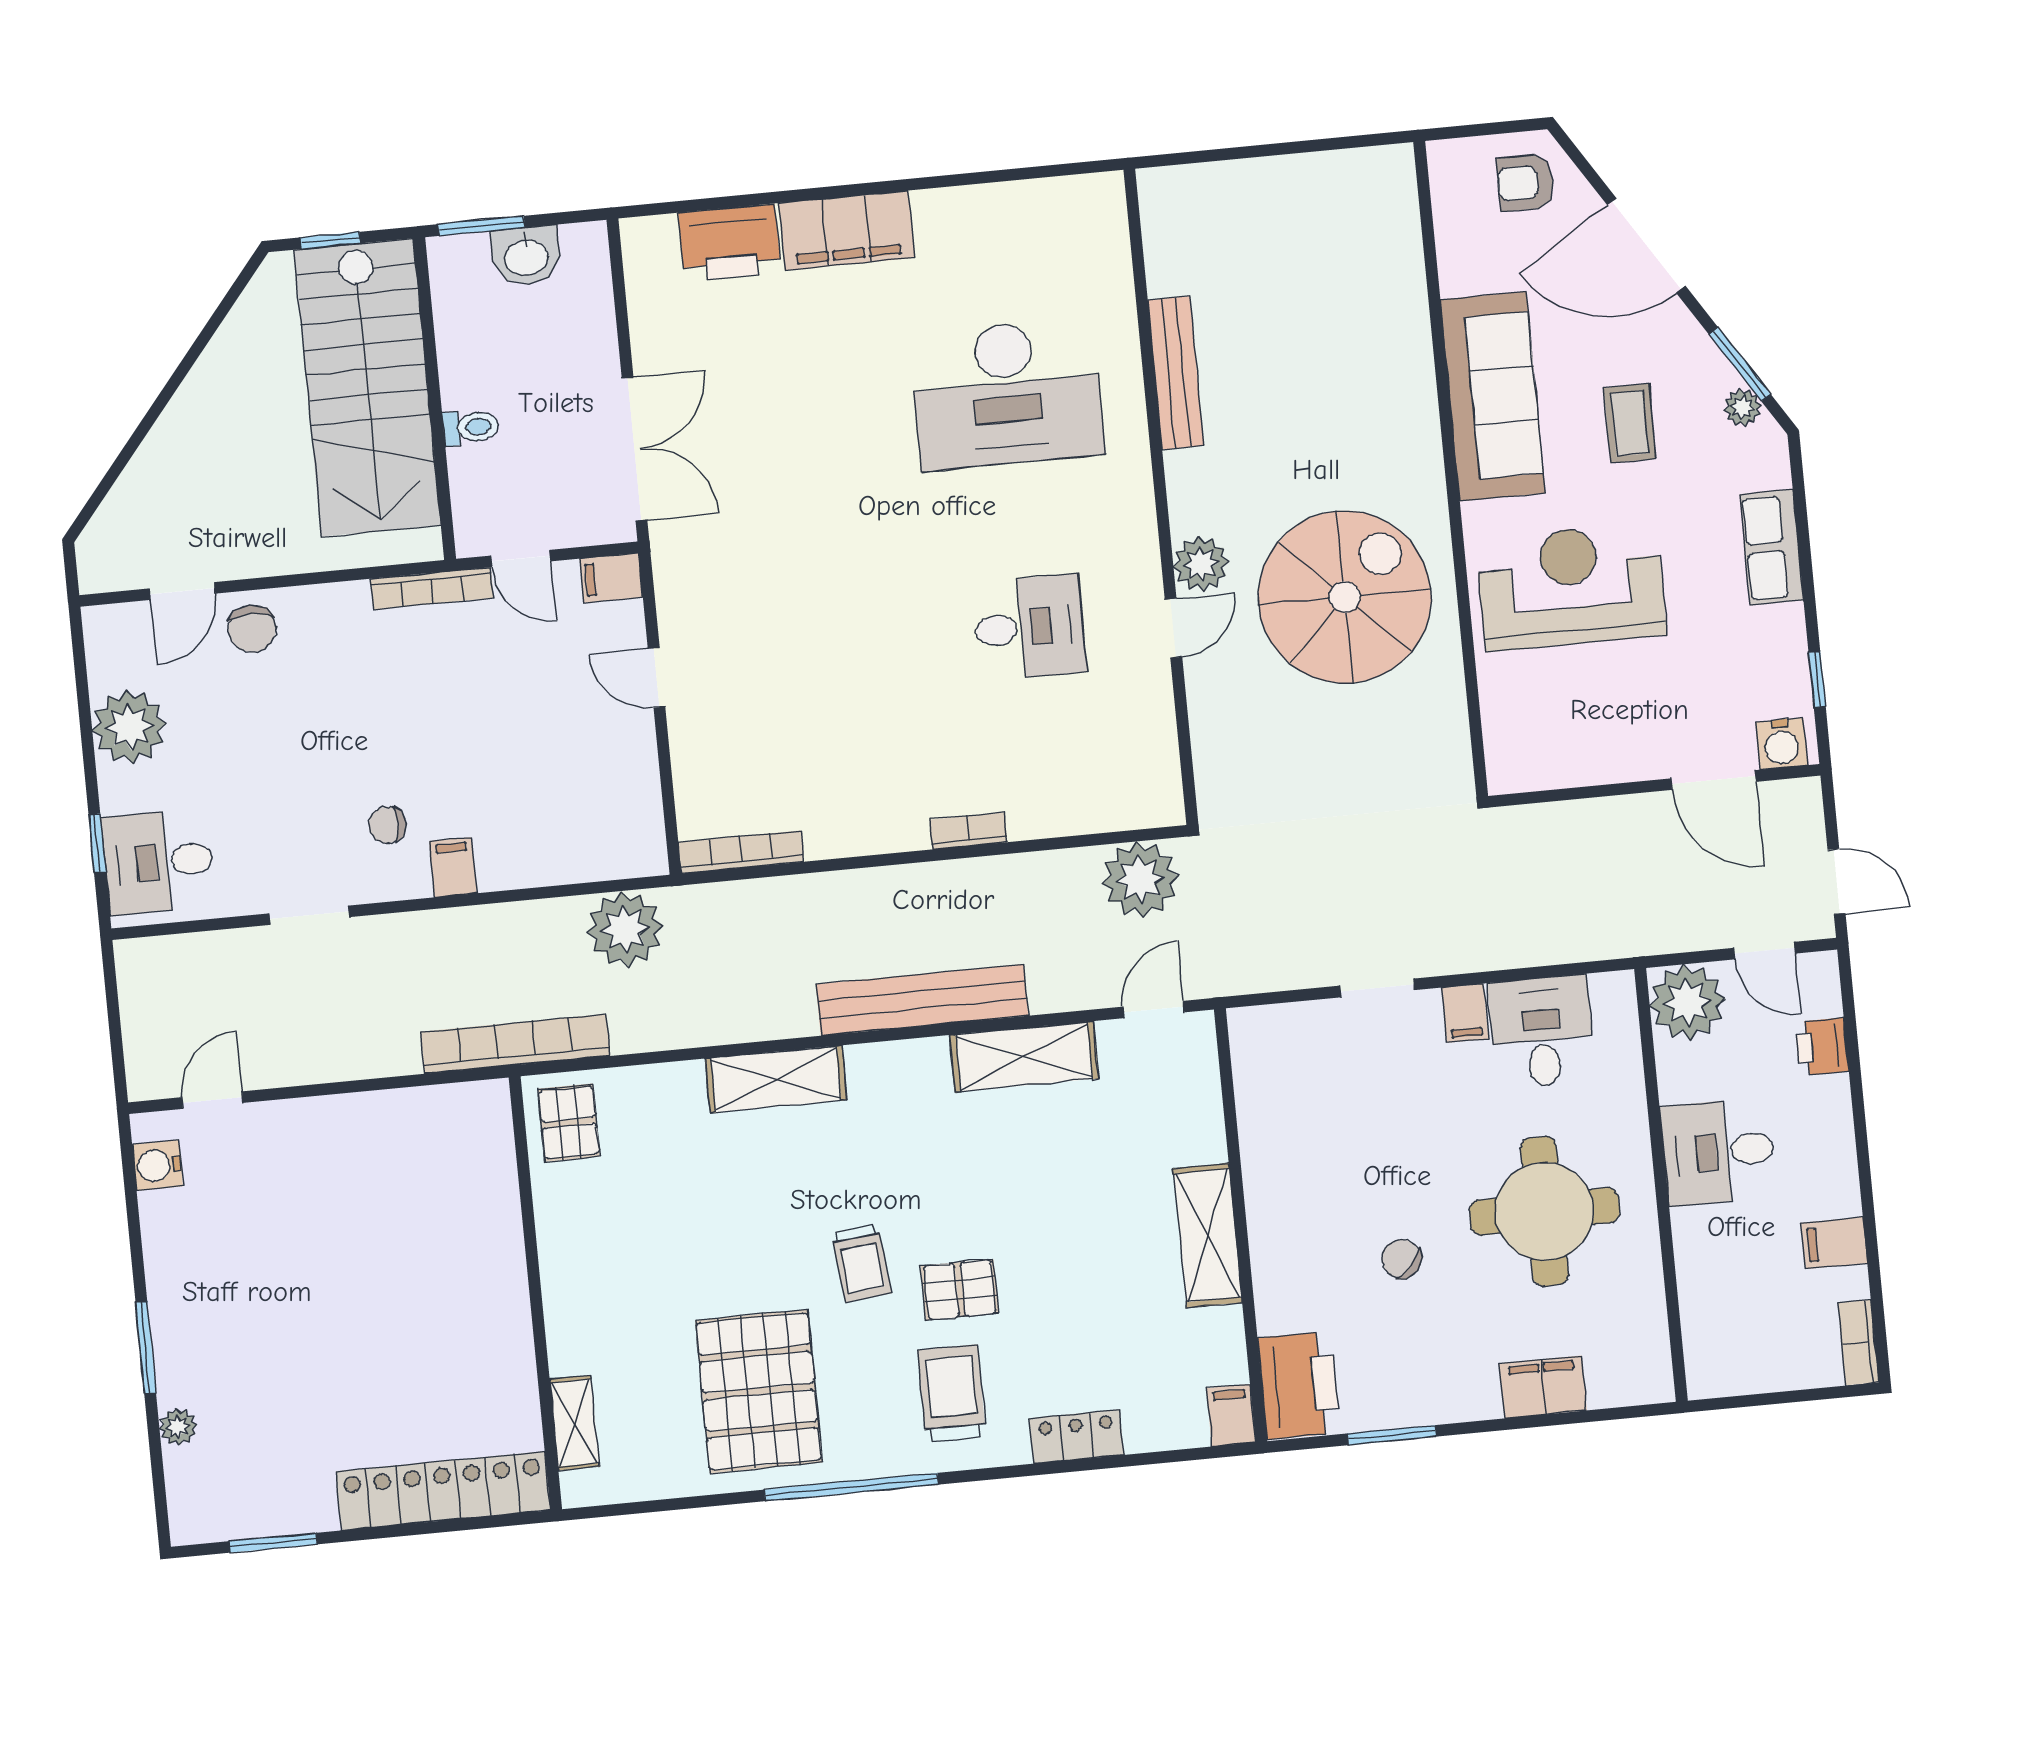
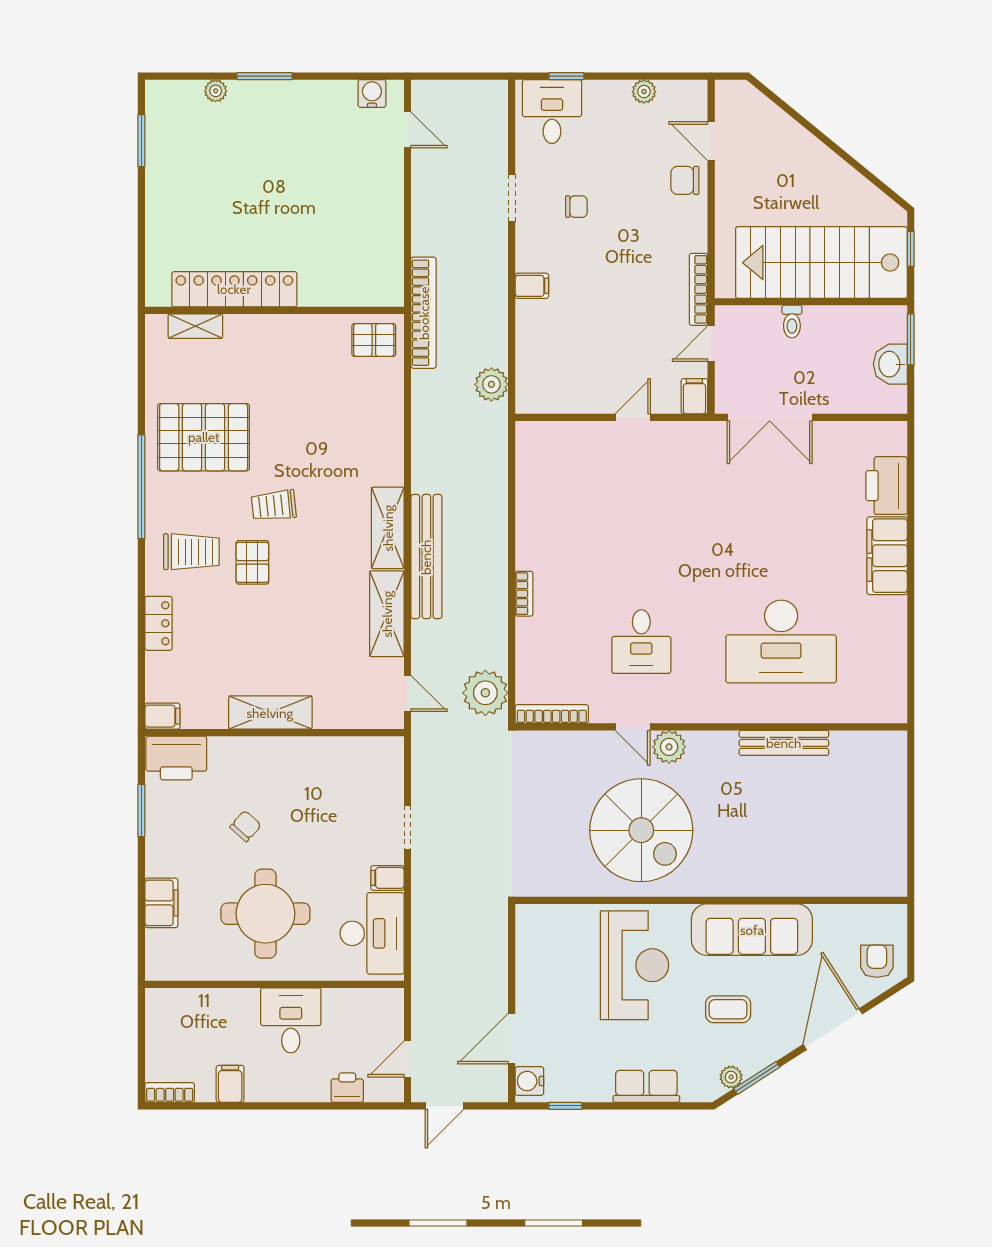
desk: (1007, 394) -> (781, 642), turned -90
plant: (129, 727) -> (644, 92), width x0.53, depth x0.53
chair: (387, 825) -> (576, 207), moved, turned 90
bookcase: (741, 852) -> (552, 714), moved, turned -90
plant: (625, 929) -> (491, 384), width x0.73, depth x0.73
plant: (1687, 1002) -> (381, 1010), removed
desk: (1542, 1032) -> (372, 933), width x1.37
shelving: (776, 1079) -> (388, 528), moved
locker: (443, 1491) -> (234, 289), moved, turned -90

